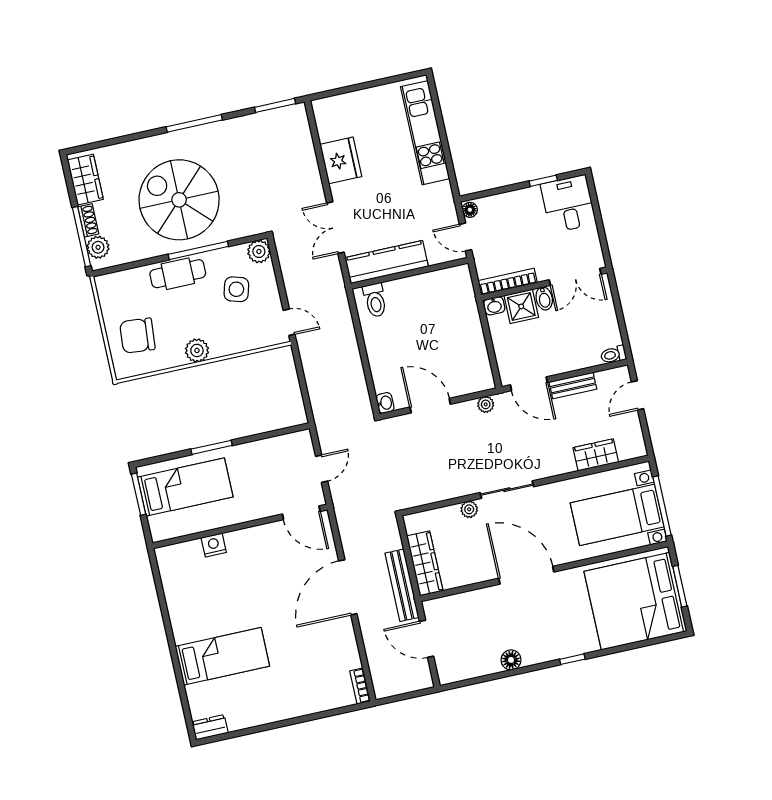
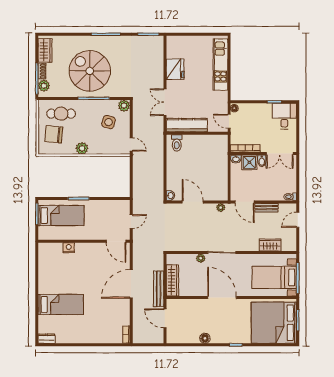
cafe table: (178, 274) -> (61, 114), moved

